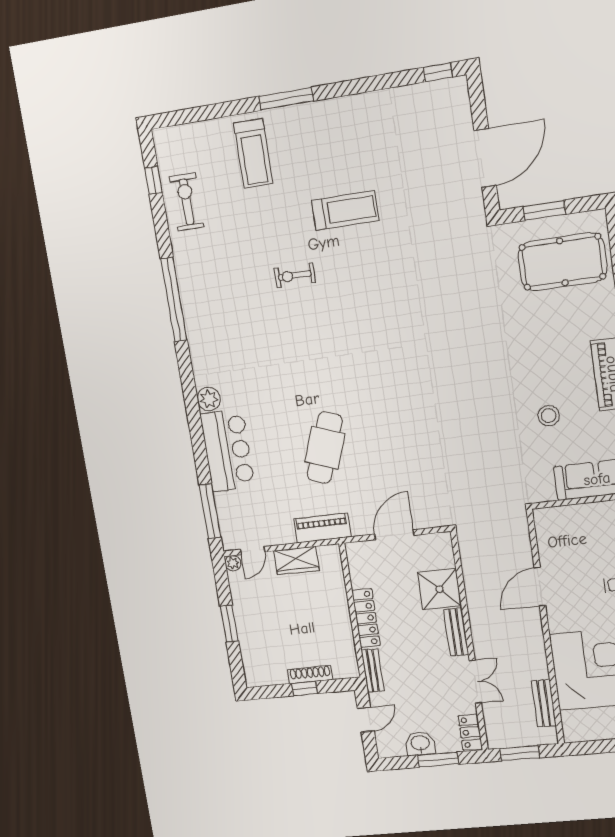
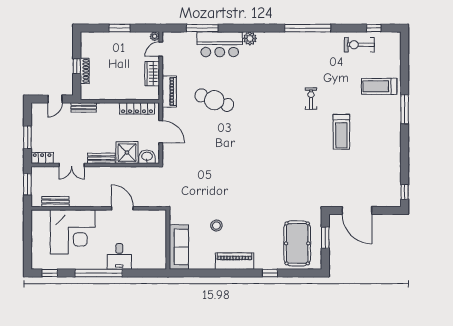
exercise bike: (187, 202) -> (359, 45), turned 180
window: (210, 511) -> (202, 28), moved
door: (253, 551) -> (161, 49), hinge flipped
locker: (366, 618) -> (137, 108), moved
door: (366, 720) -> (55, 99), hinge flipped
washbasin: (420, 744) -> (147, 157), moved, turned -90

